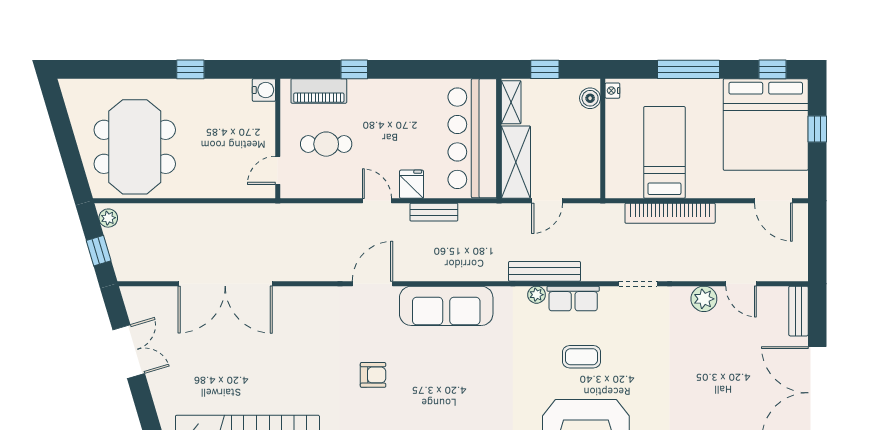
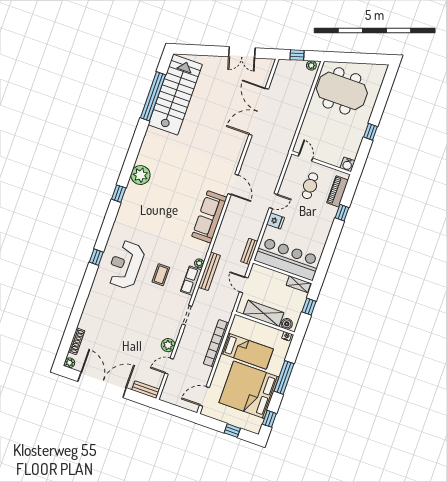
bed: (766, 124) -> (249, 390), moved
shelving: (516, 162) -> (264, 313), moved
bench: (434, 212) -> (249, 251), moved
armchair: (373, 375) -> (188, 169), removed

